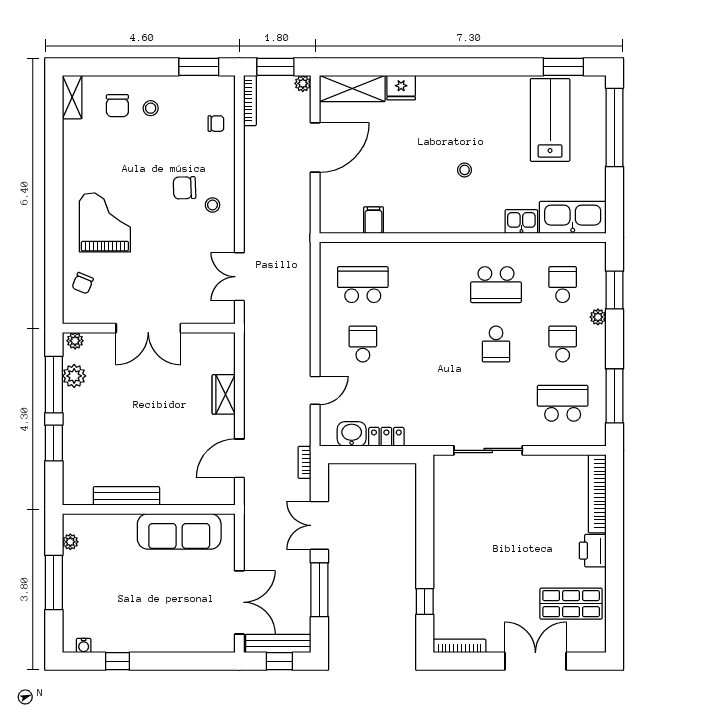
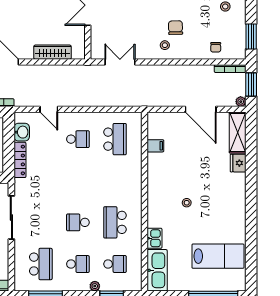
window: (563, 67) -> (251, 264), removed
wardrobe: (224, 394) -> (52, 52), width x1.50
locker: (386, 437) -> (20, 160), width x1.53

